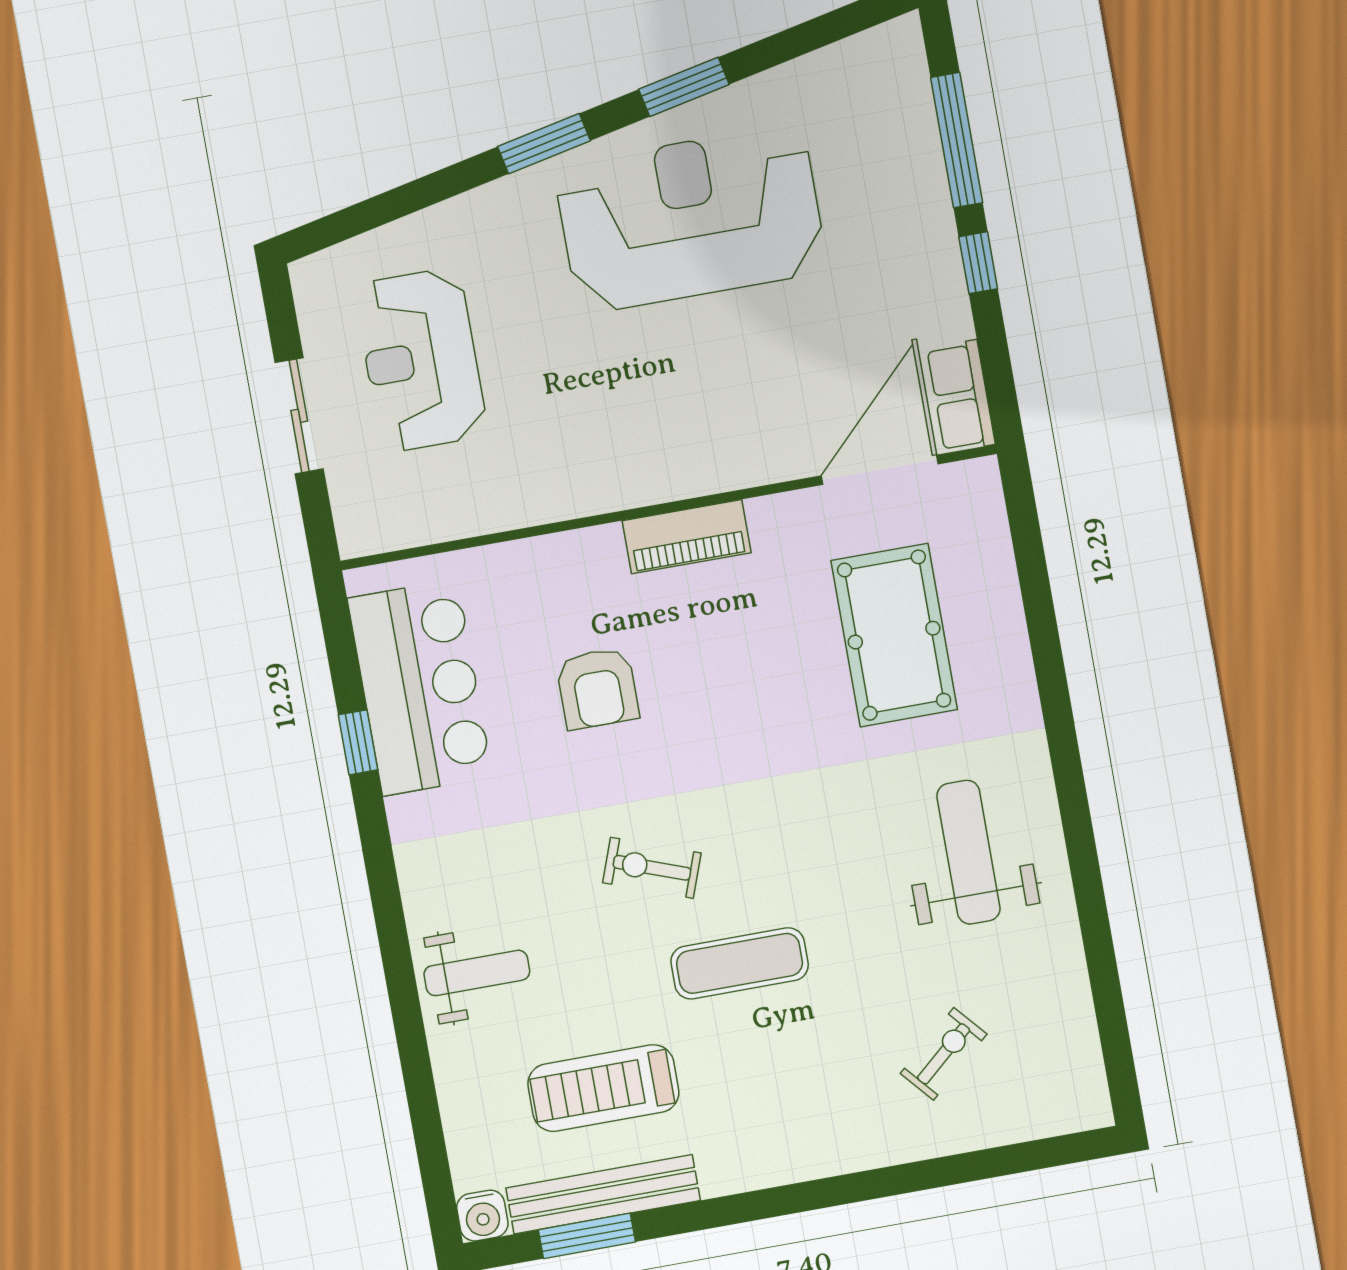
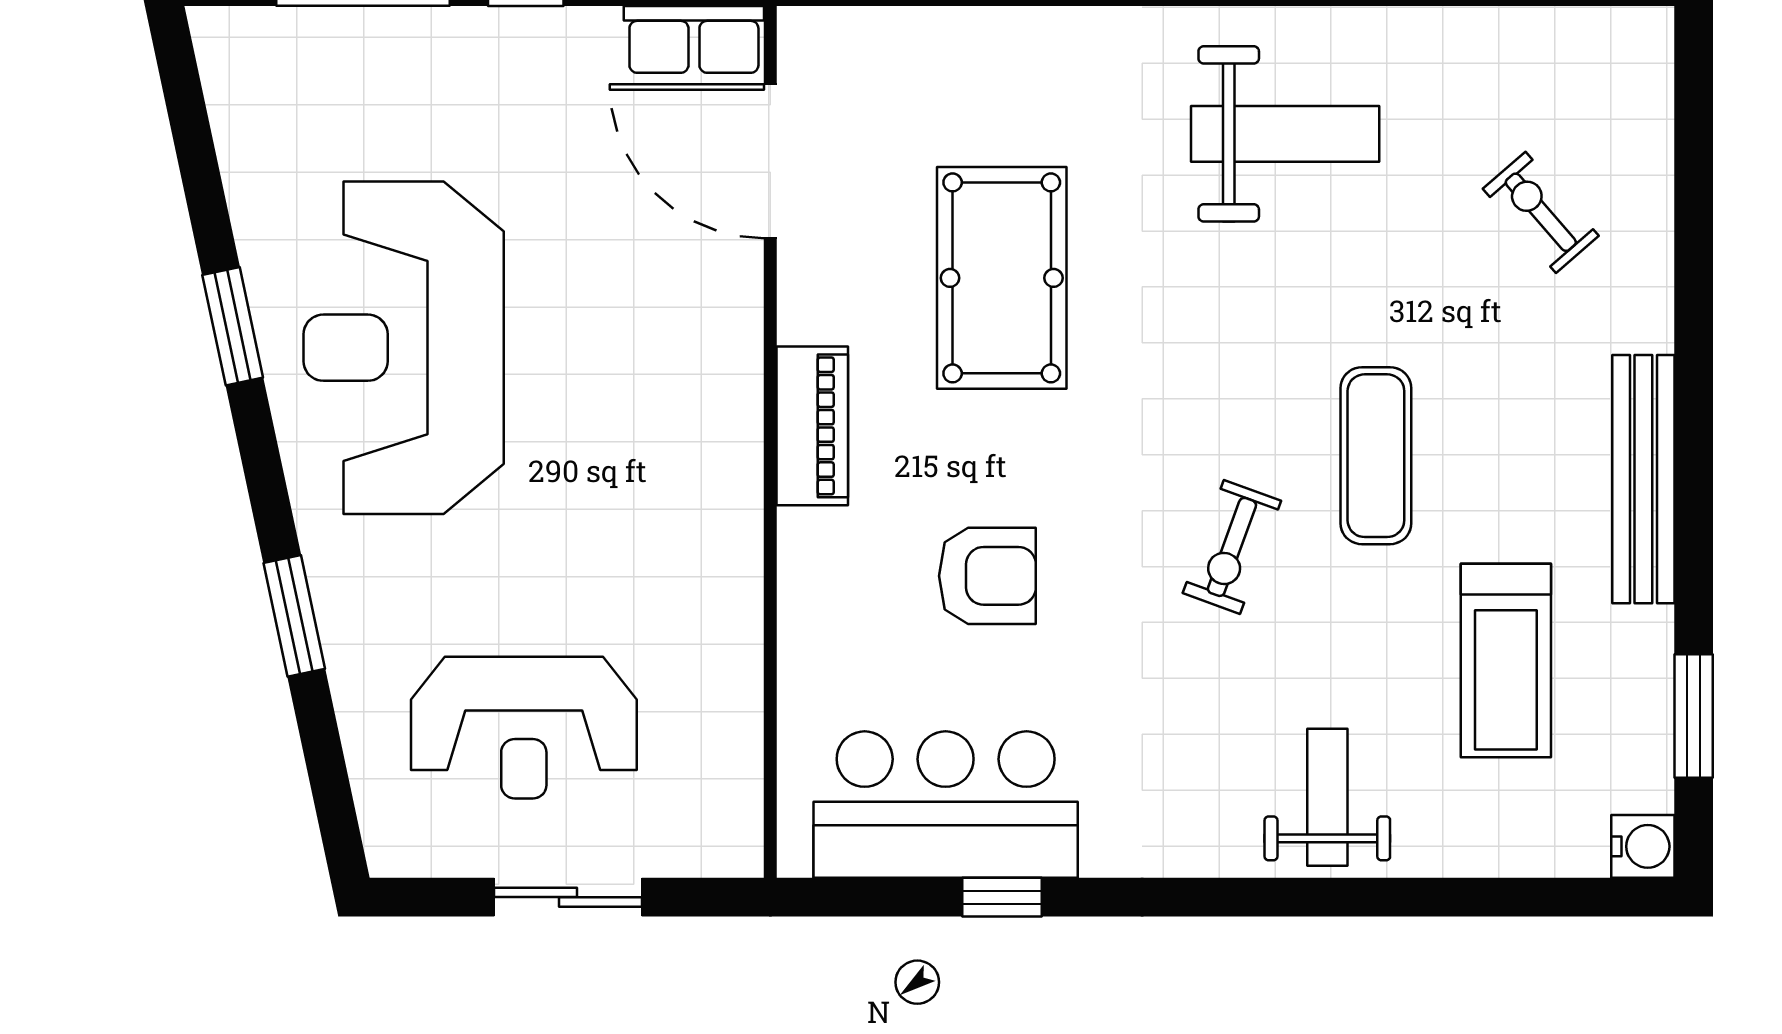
window: (544, 144) -> (294, 616), moved
pool table: (894, 635) -> (1002, 278), moved, turned 90
weight bench: (968, 852) -> (1285, 134), turned 180
bench: (603, 1194) -> (1643, 479), moved

